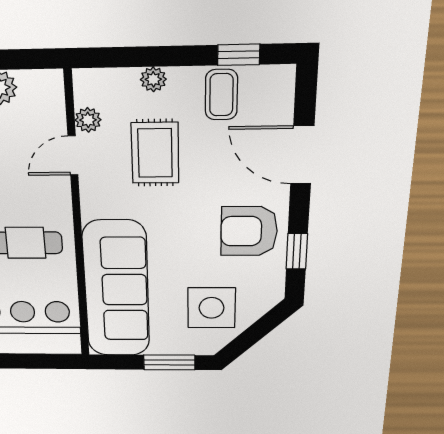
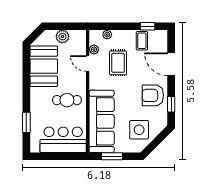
plant: (153, 79) -> (107, 35), moved
door: (73, 156) -> (88, 63), hinge flipped
window: (169, 362) -> (112, 156), moved

